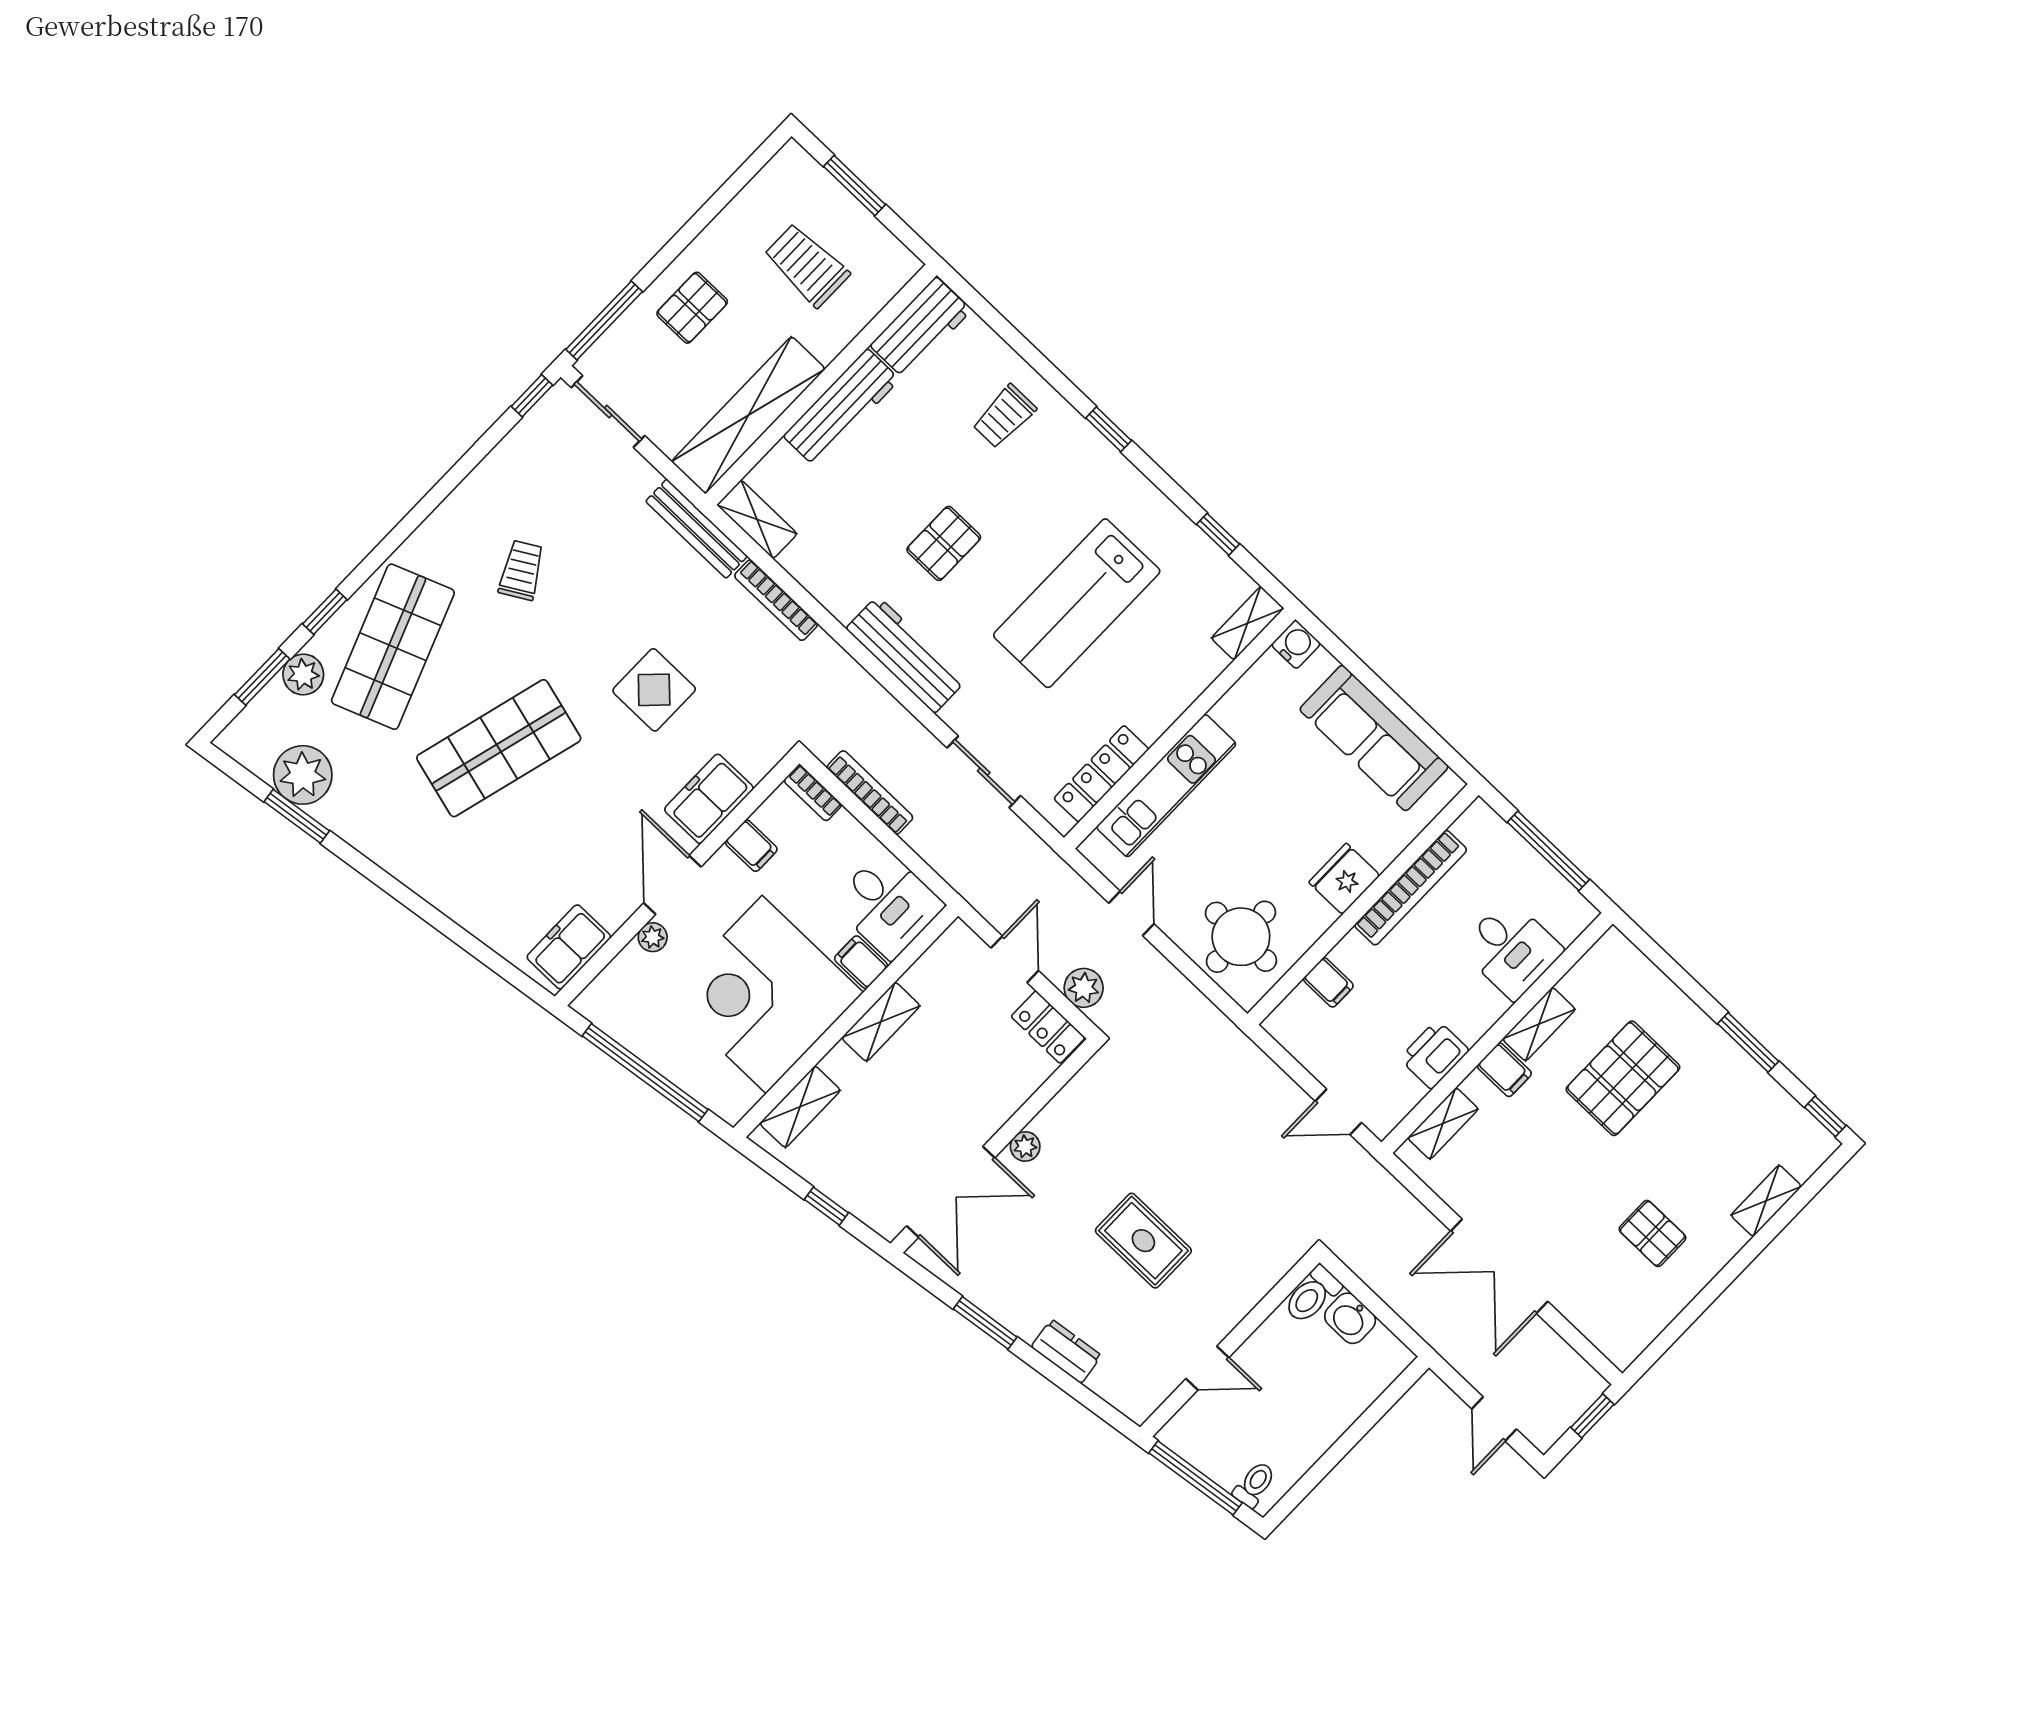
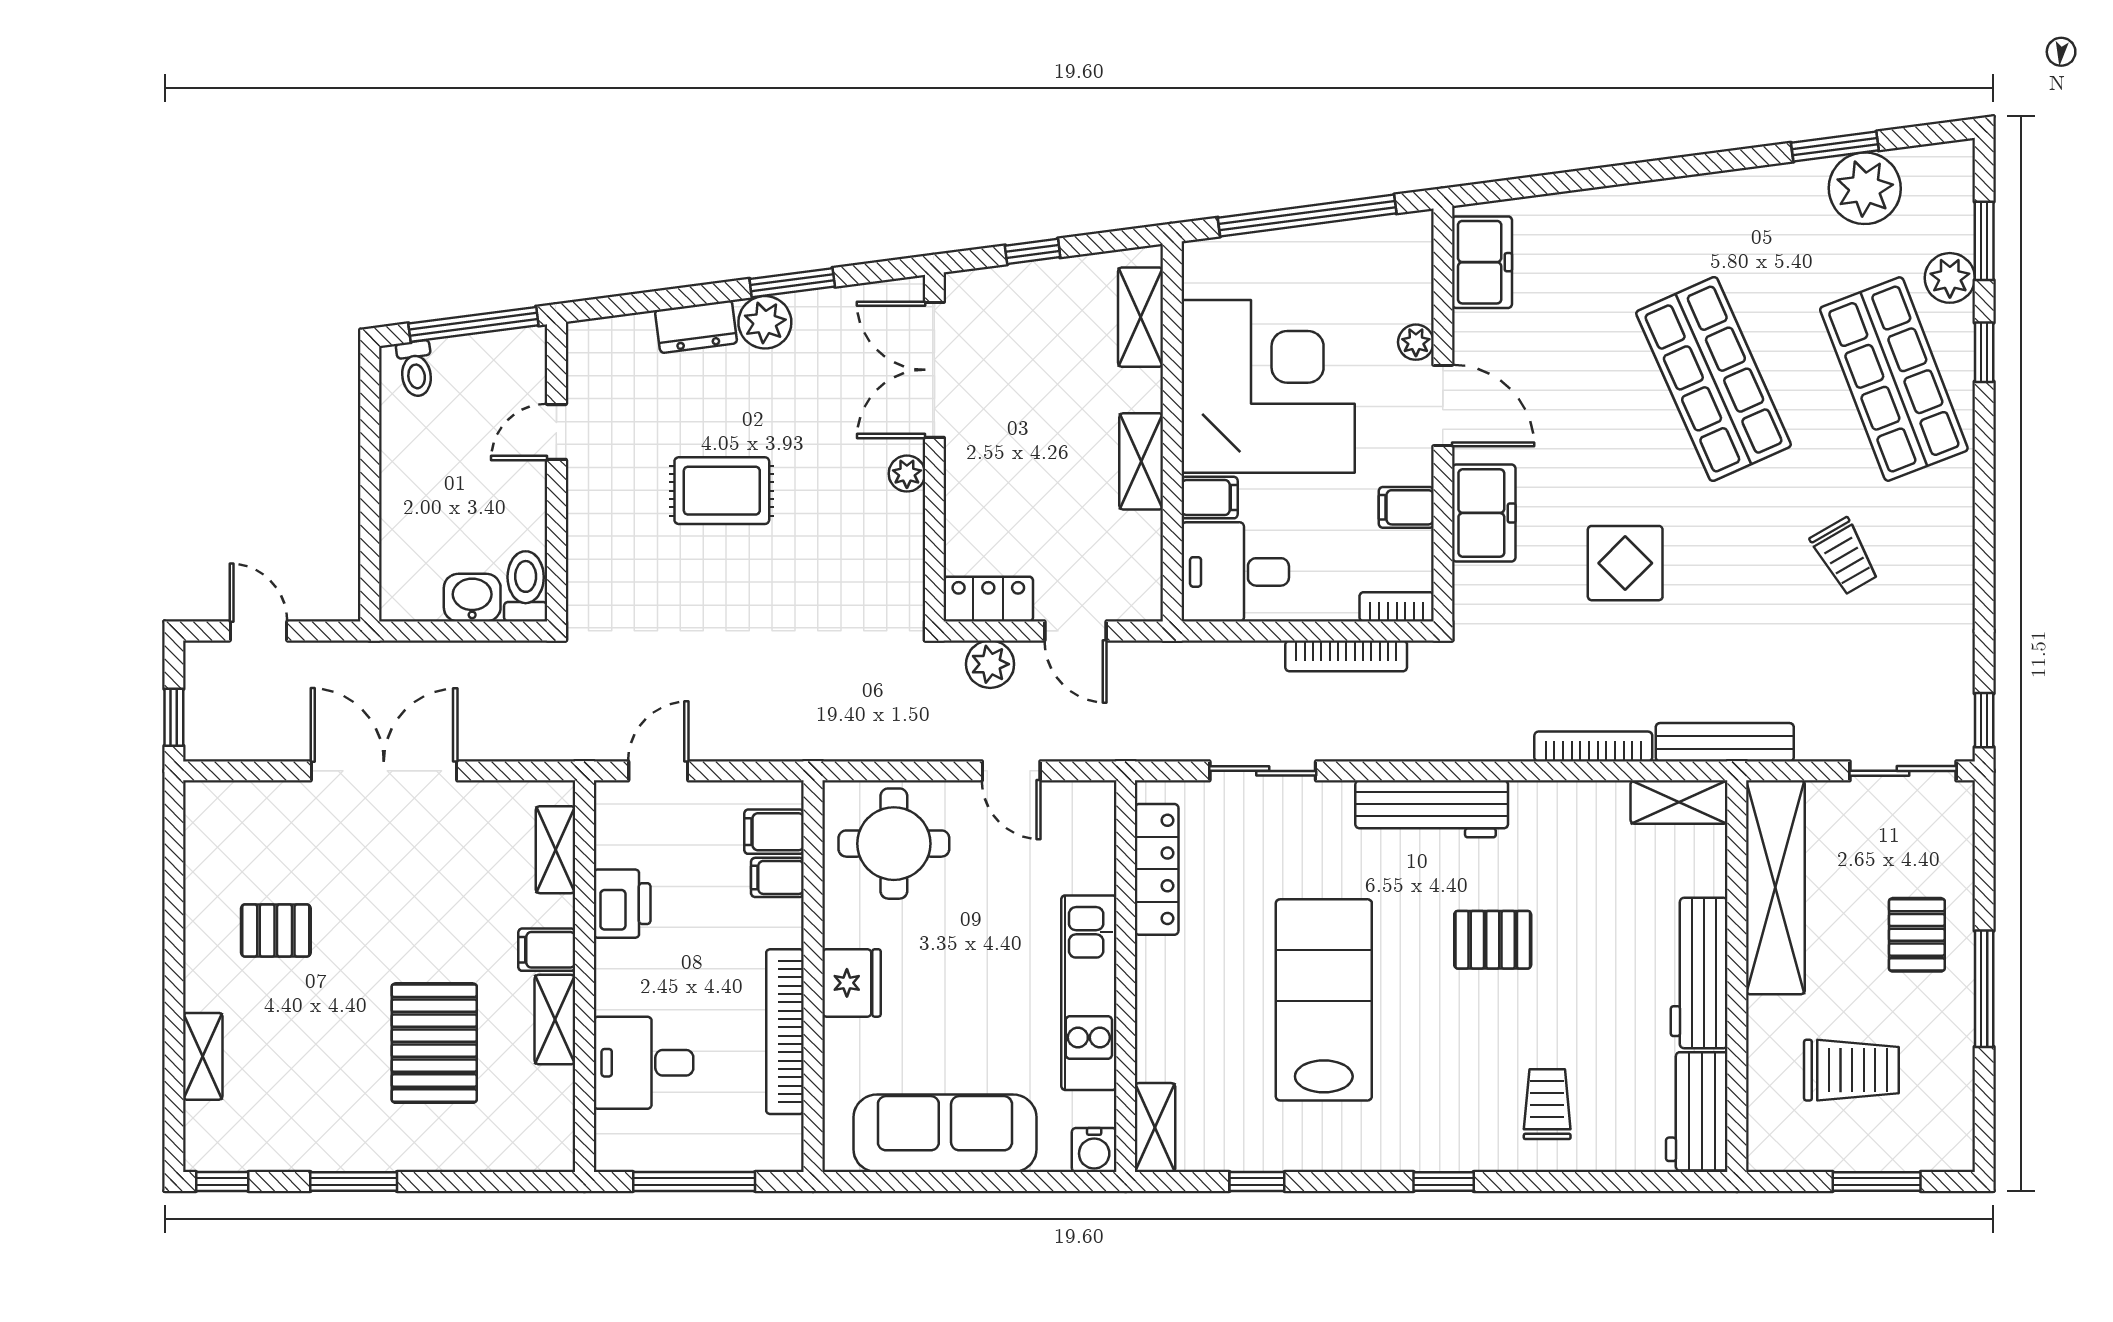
window: (604, 321) -> (1984, 989), moved
pallet: (944, 543) -> (1493, 940), turned 90
shop shelf: (499, 748) -> (1713, 379), turned -39
kitchen unit: (1166, 786) -> (1089, 993), moved
filing cabinet: (1305, 1011) -> (774, 832), added
plant: (1023, 1315) -> (765, 322), added

